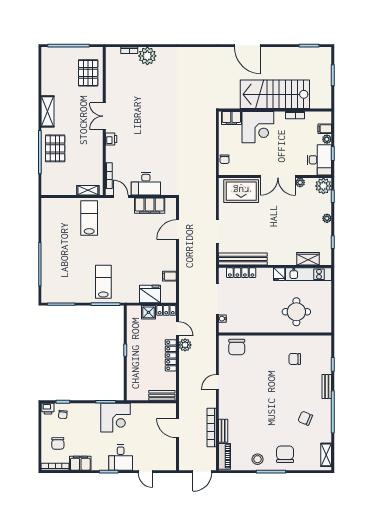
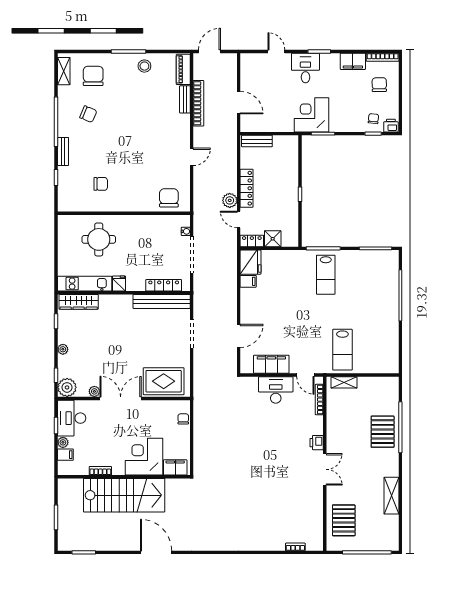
plant: (147, 56) -> (274, 540), removed
shelving: (48, 111) -> (391, 496), moved
wardrobe: (308, 259) -> (79, 302), width x1.50
fridge: (150, 294) -> (251, 262), moved, turned -90
chair: (285, 454) -> (93, 76), moved, turned 180

